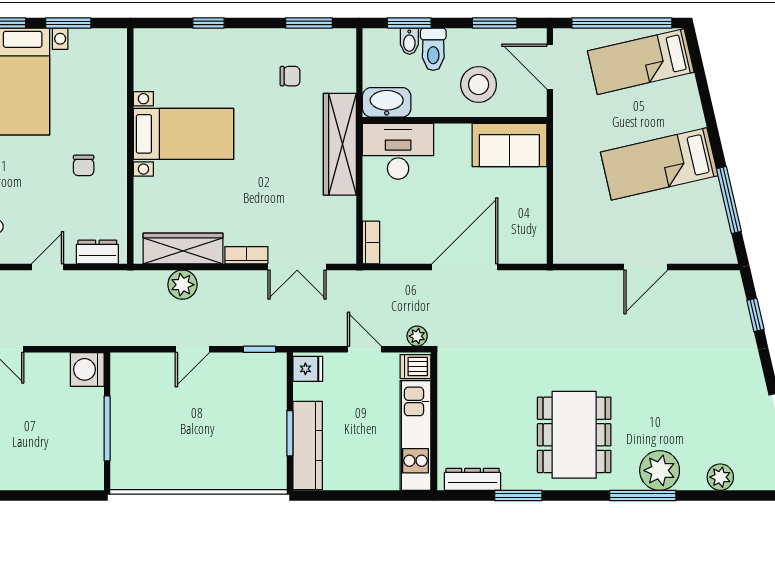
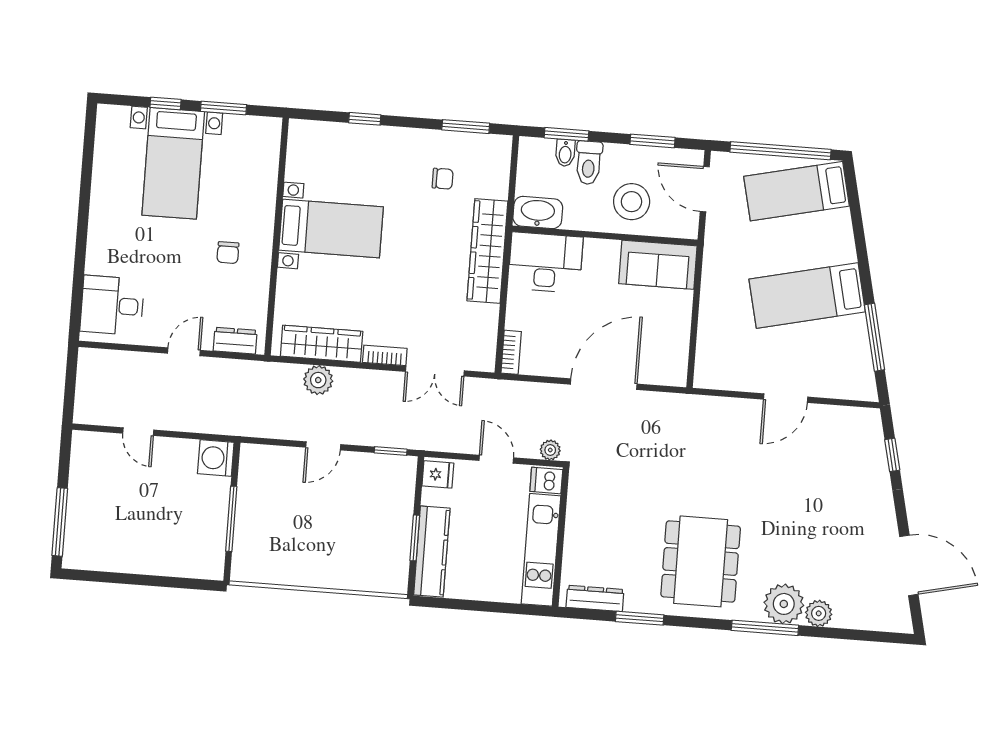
plant: (720, 477) -> (819, 613), moved

